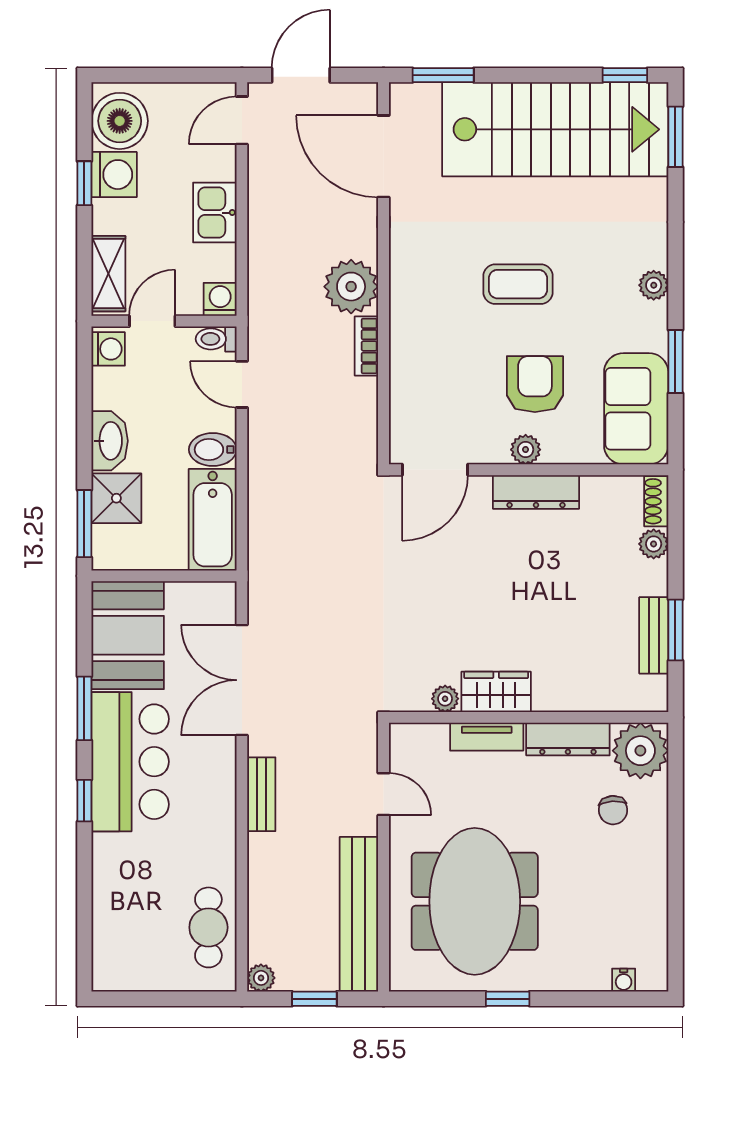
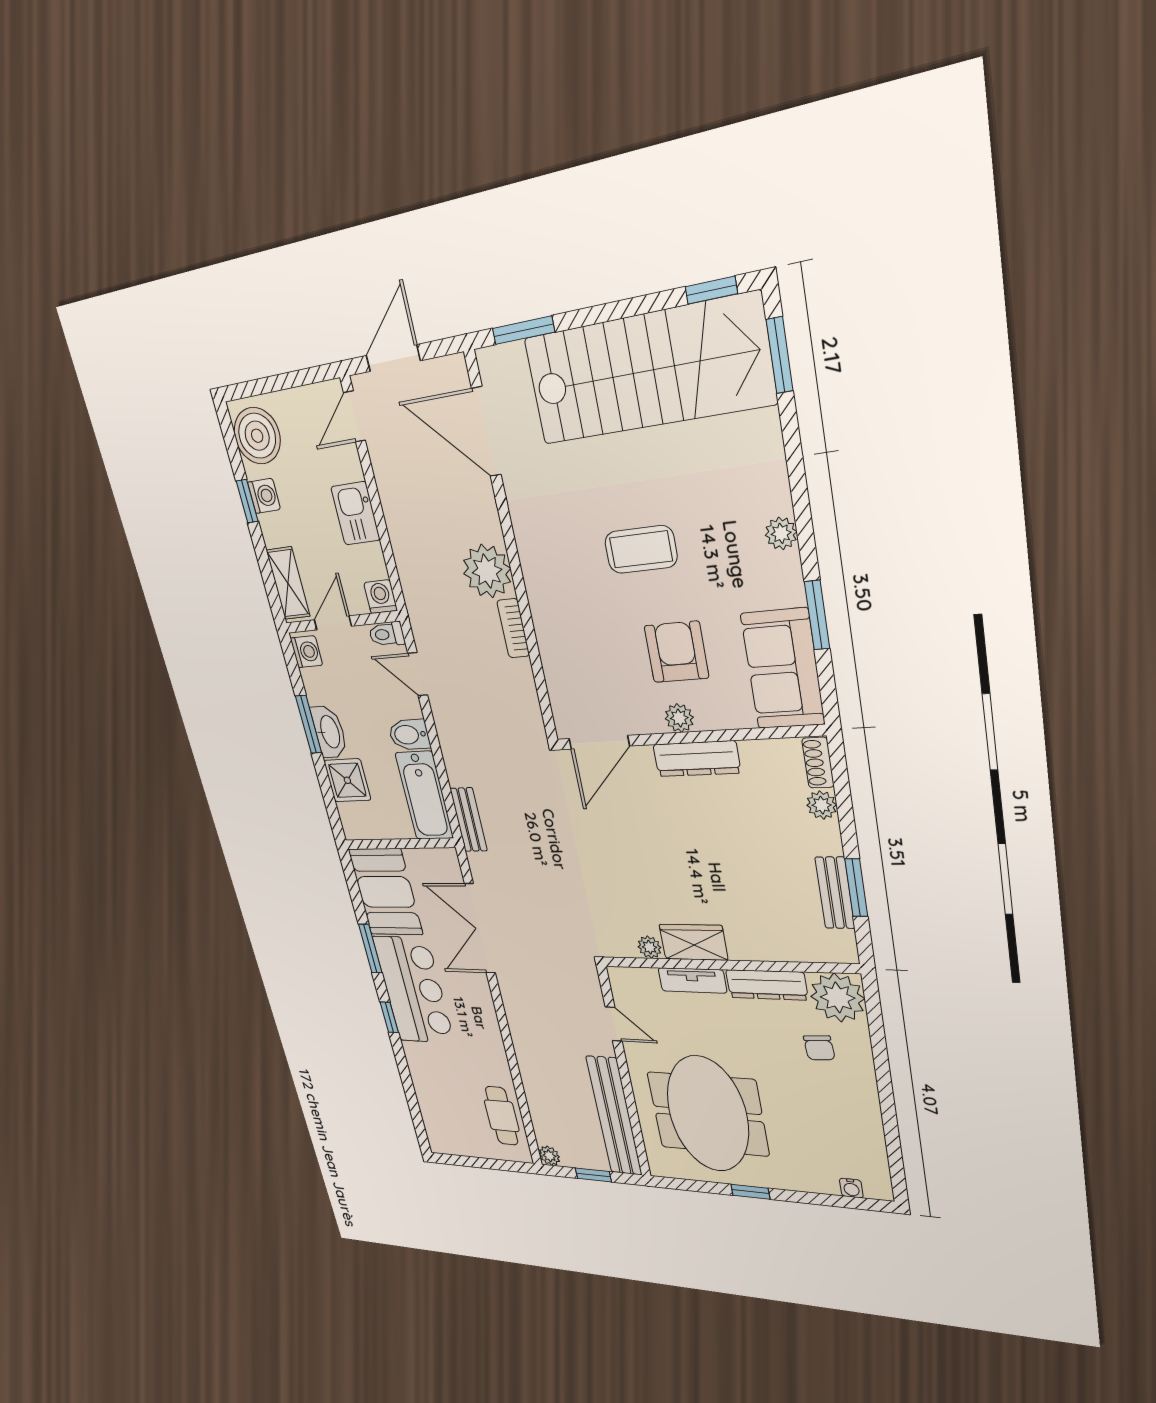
washing machine: (114, 175) -> (264, 496), width x0.73, depth x0.73
window: (84, 524) -> (309, 724), moved
bench: (261, 794) -> (469, 820), moved

